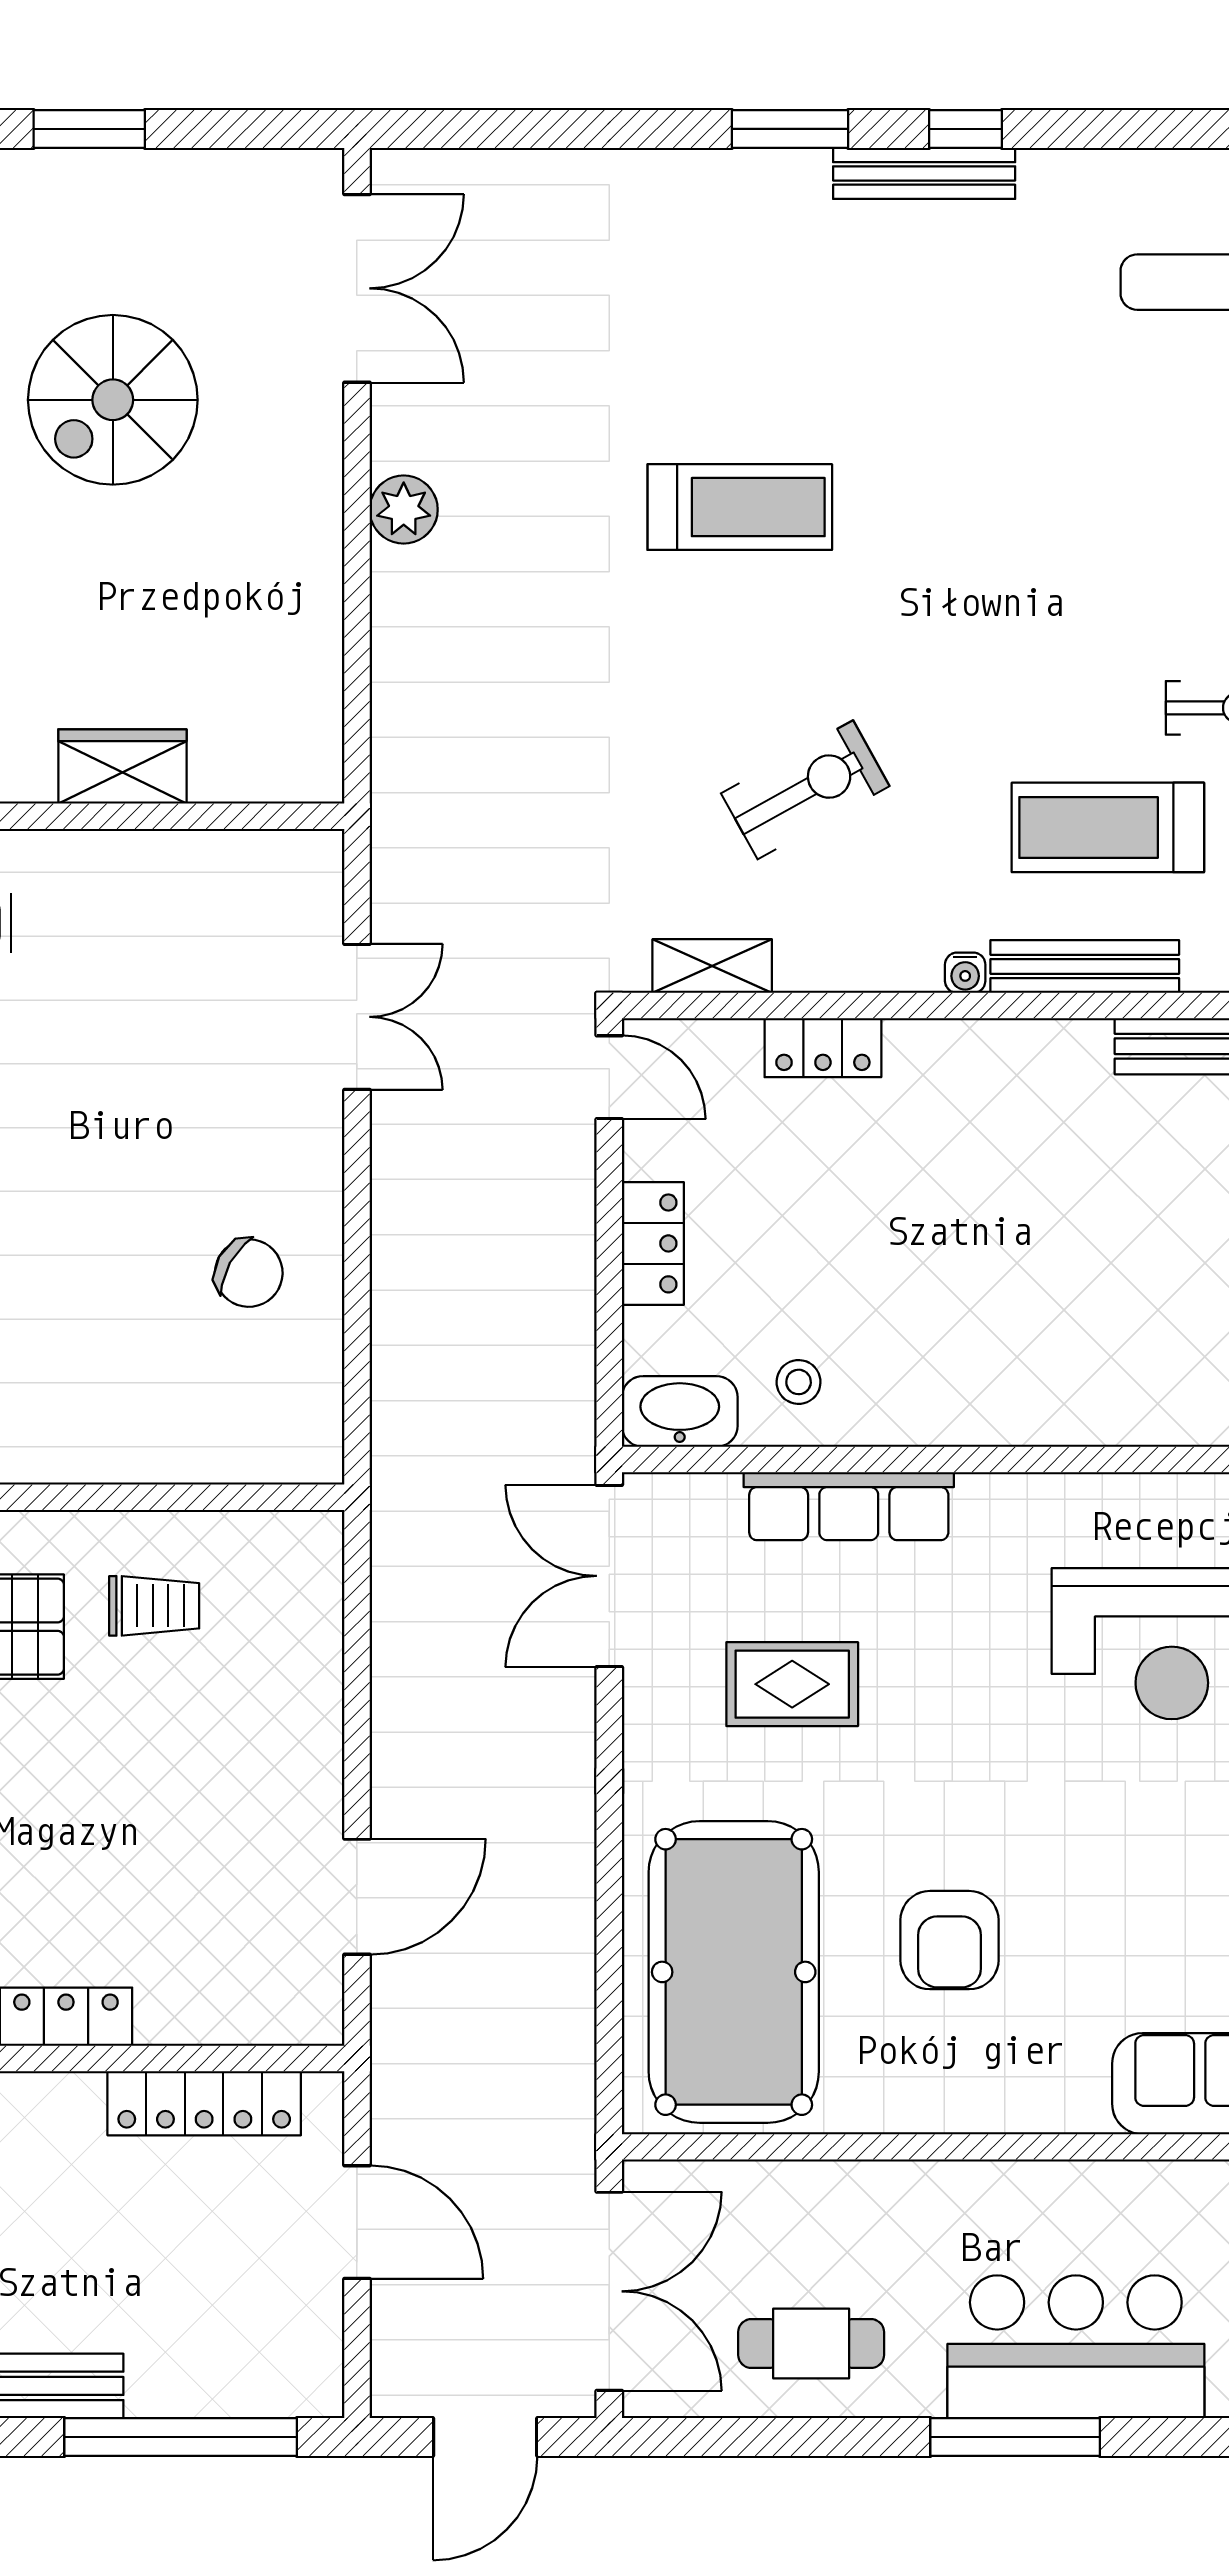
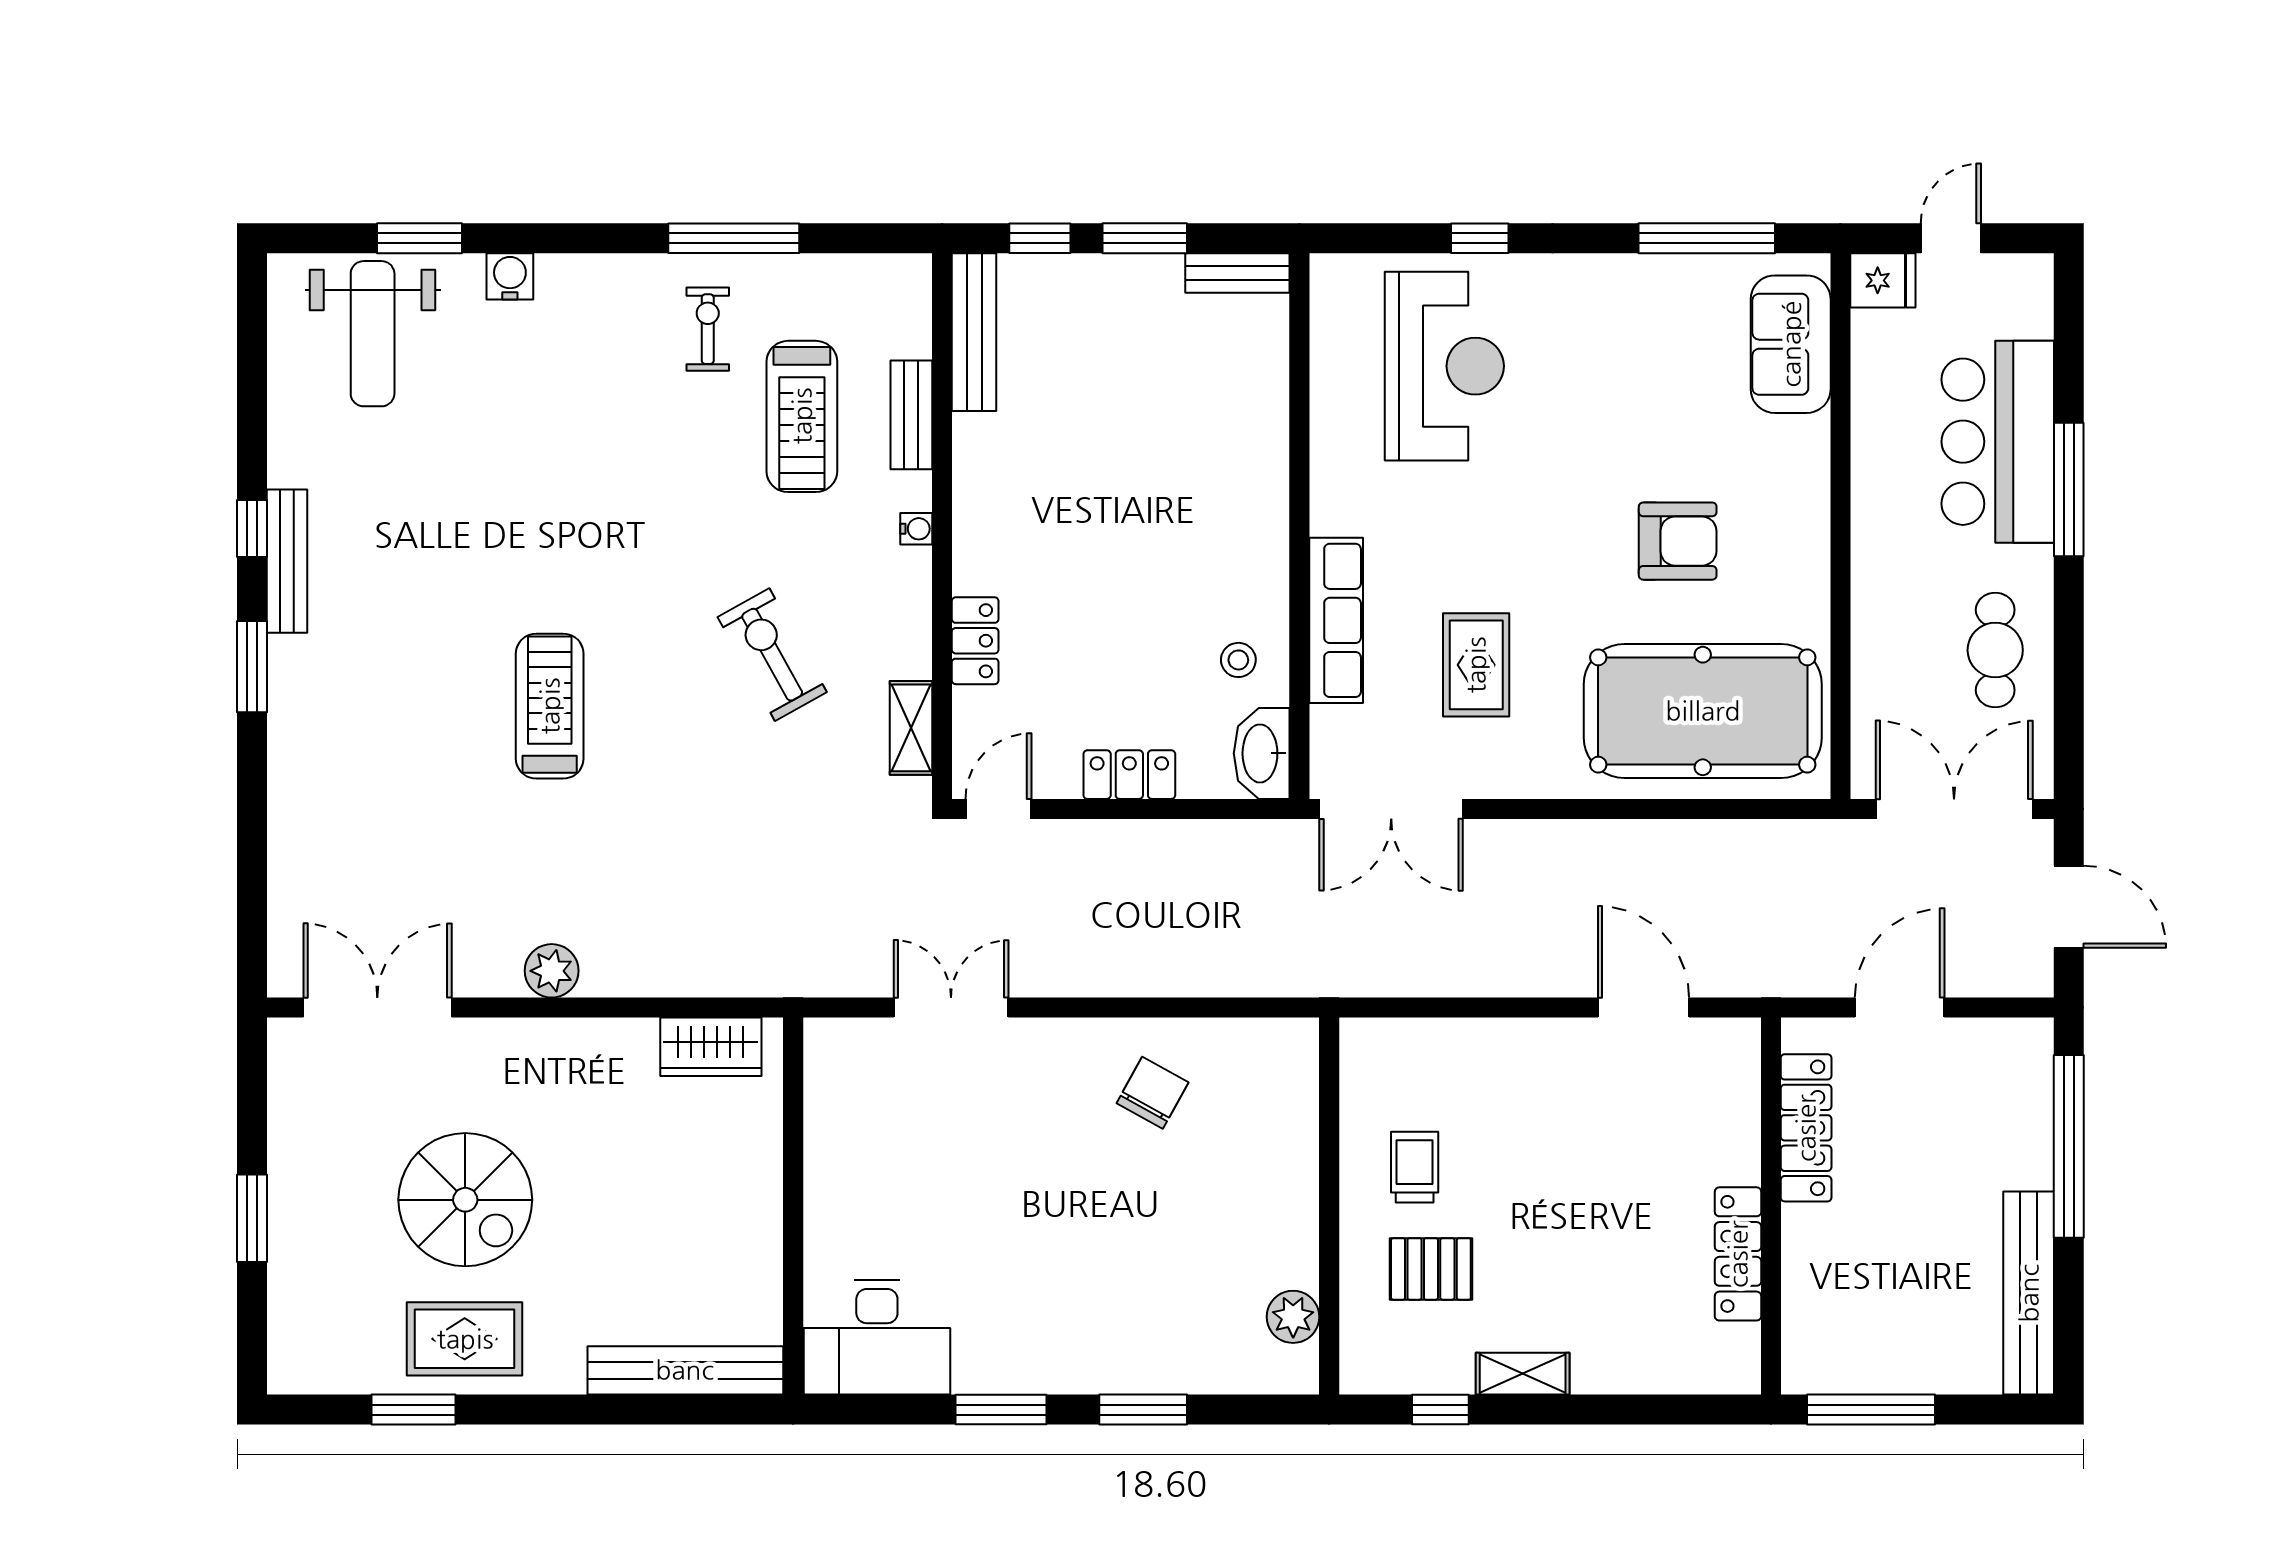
wardrobe: (122, 767) -> (711, 1047), moved, turned -90
bench: (1085, 966) -> (911, 415), width x0.73

